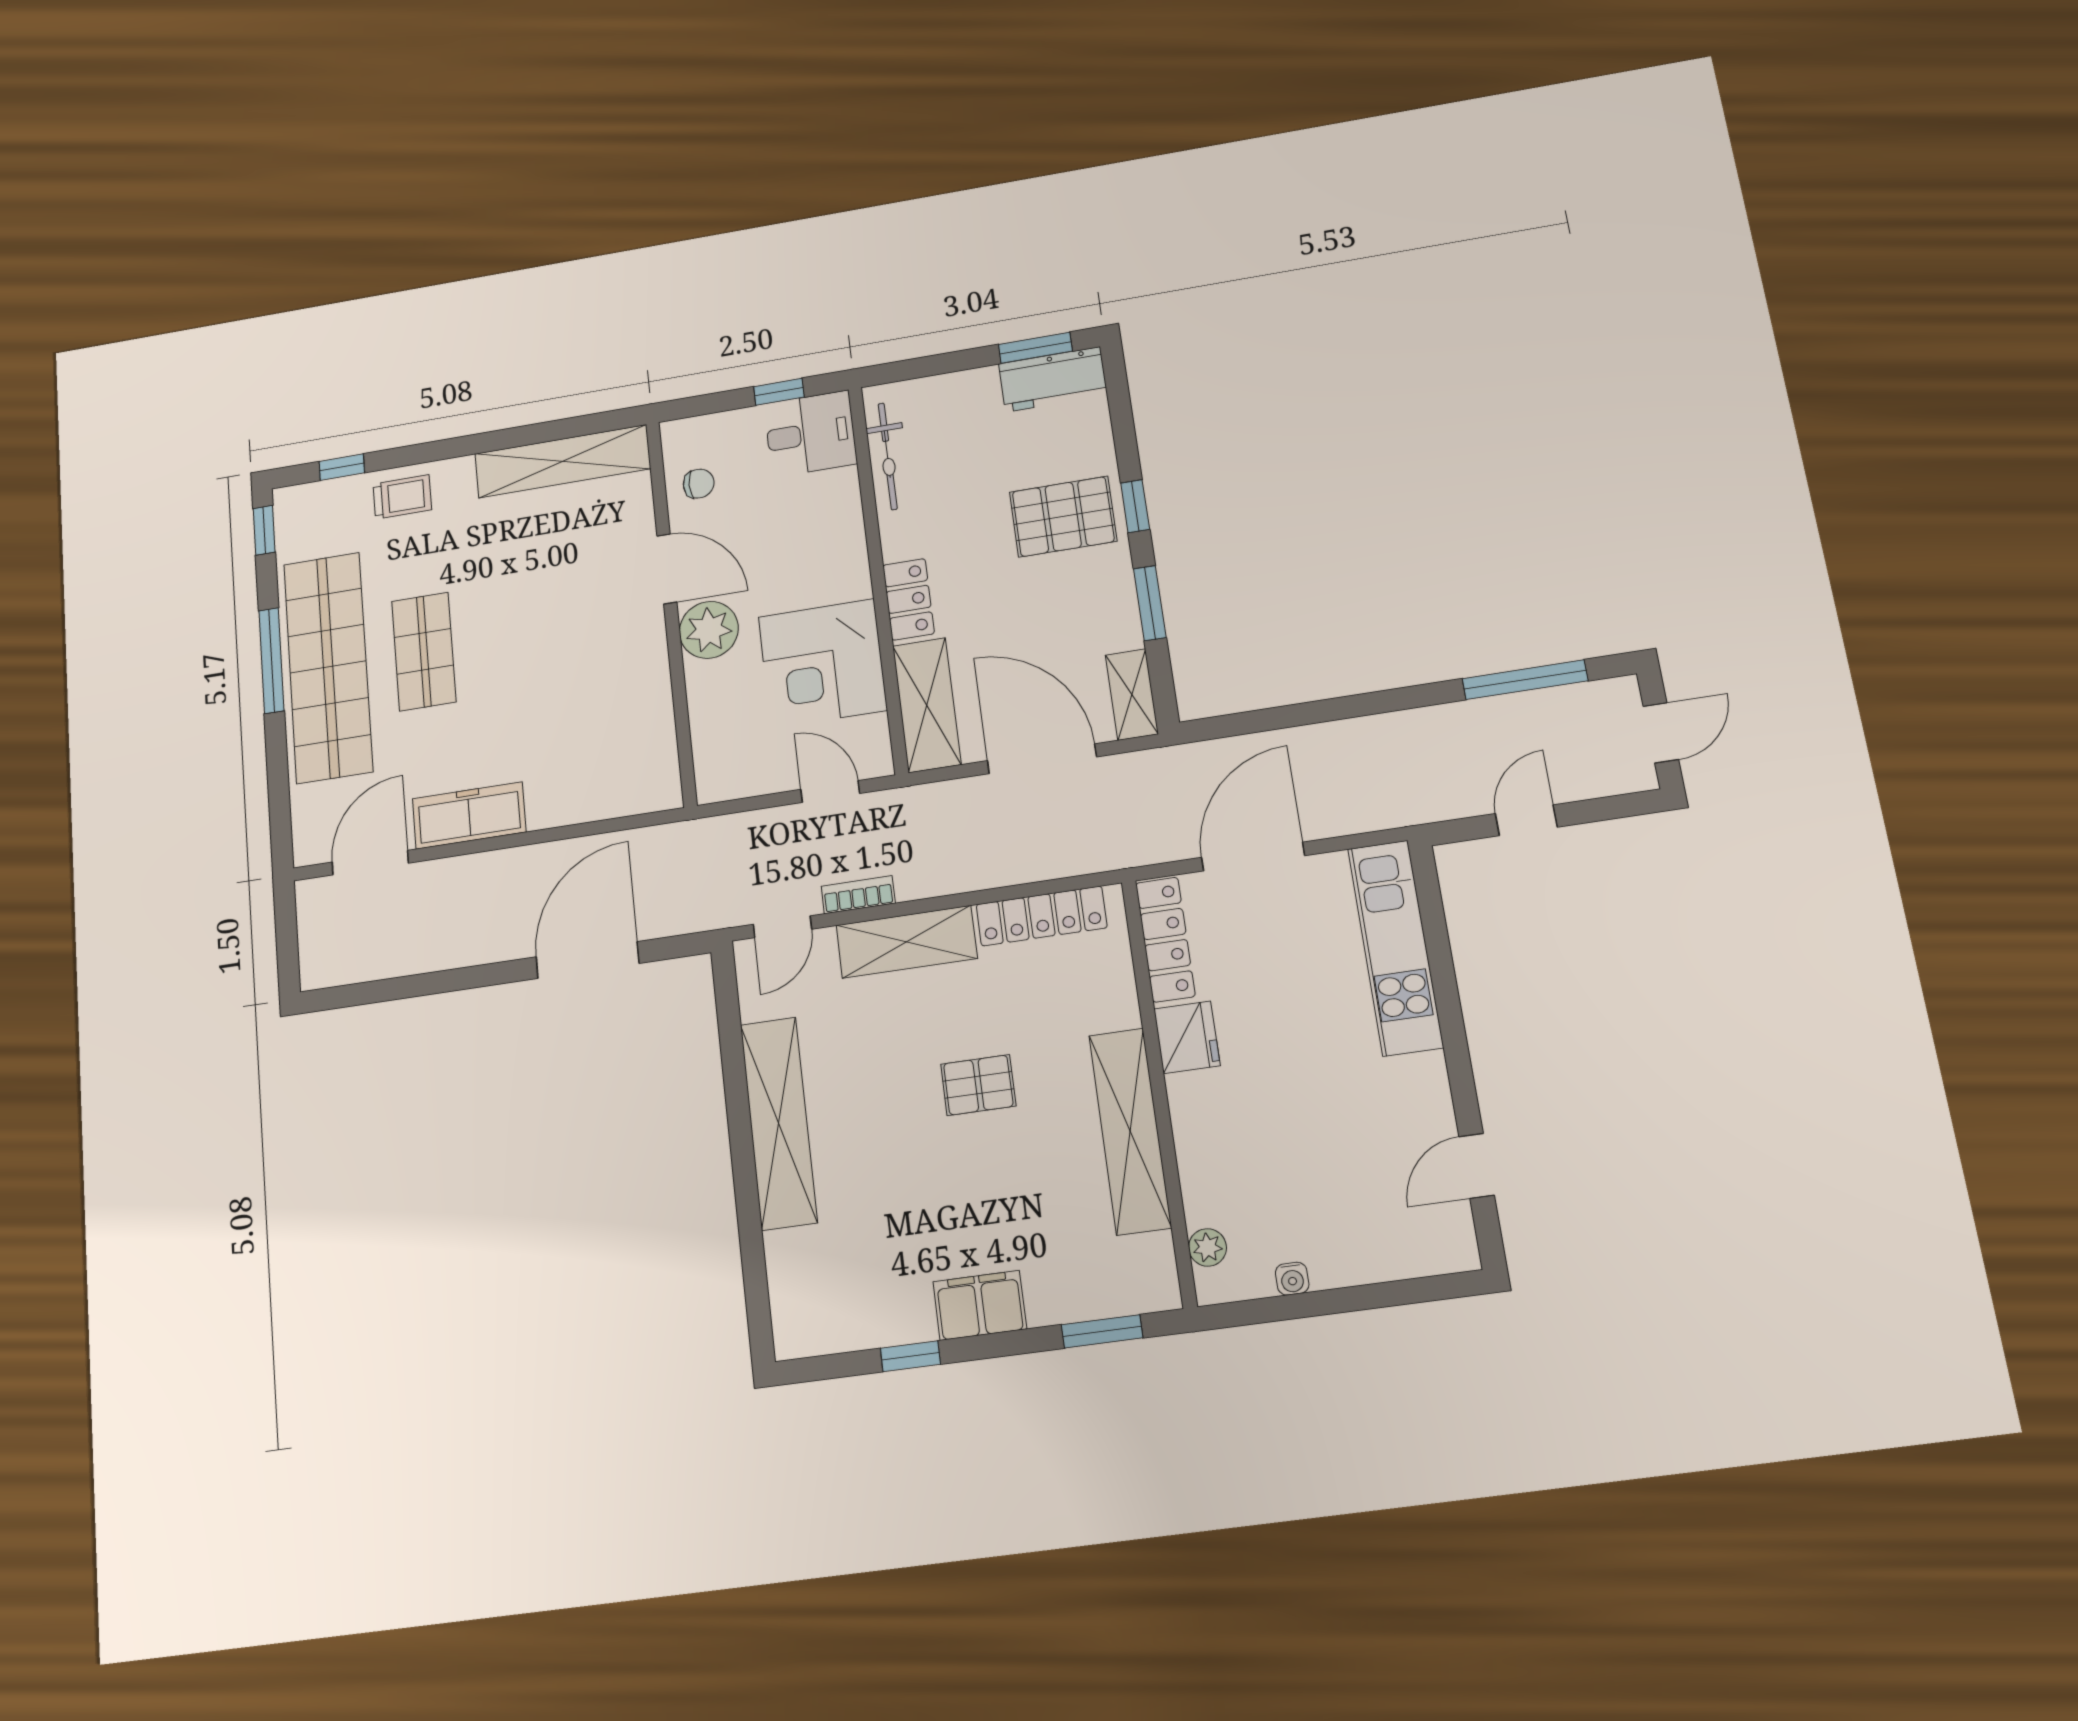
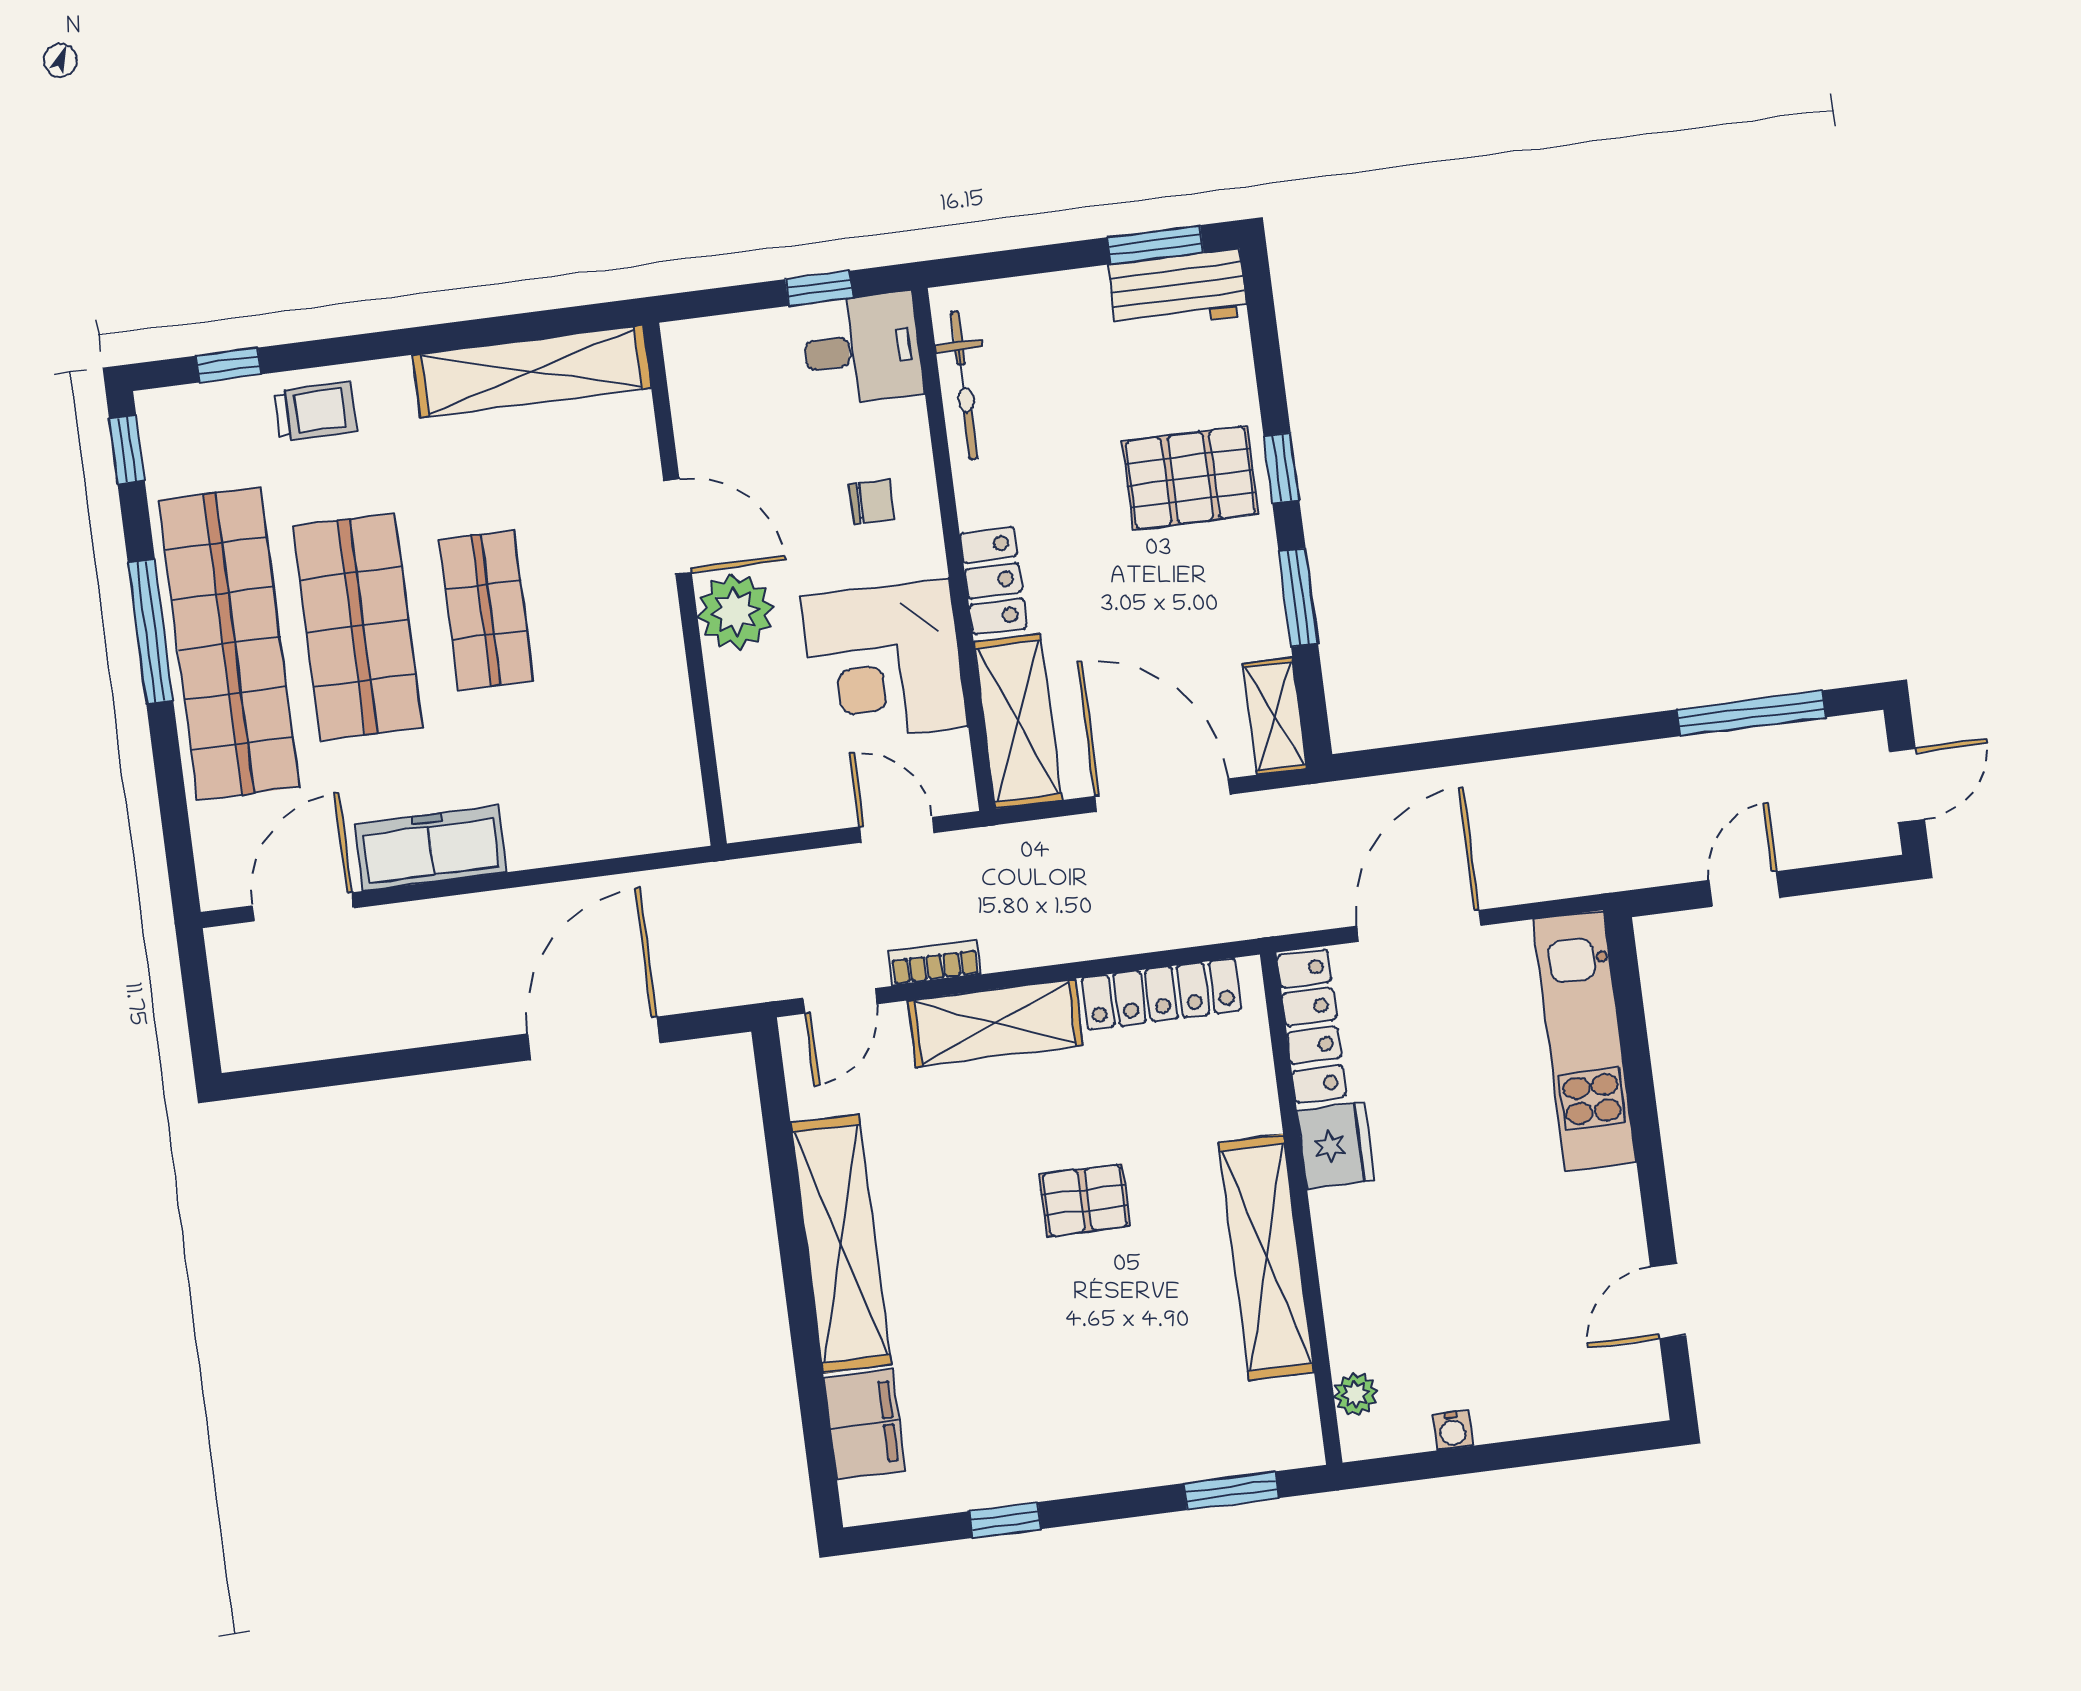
chair: (699, 484) -> (872, 502), moved
shop shelf: (520, 636) -> (486, 610), added
shop shelf: (424, 651) -> (357, 627), width x1.43, depth x1.36
filing cabinet: (980, 1305) -> (864, 1424), moved, turned 90

